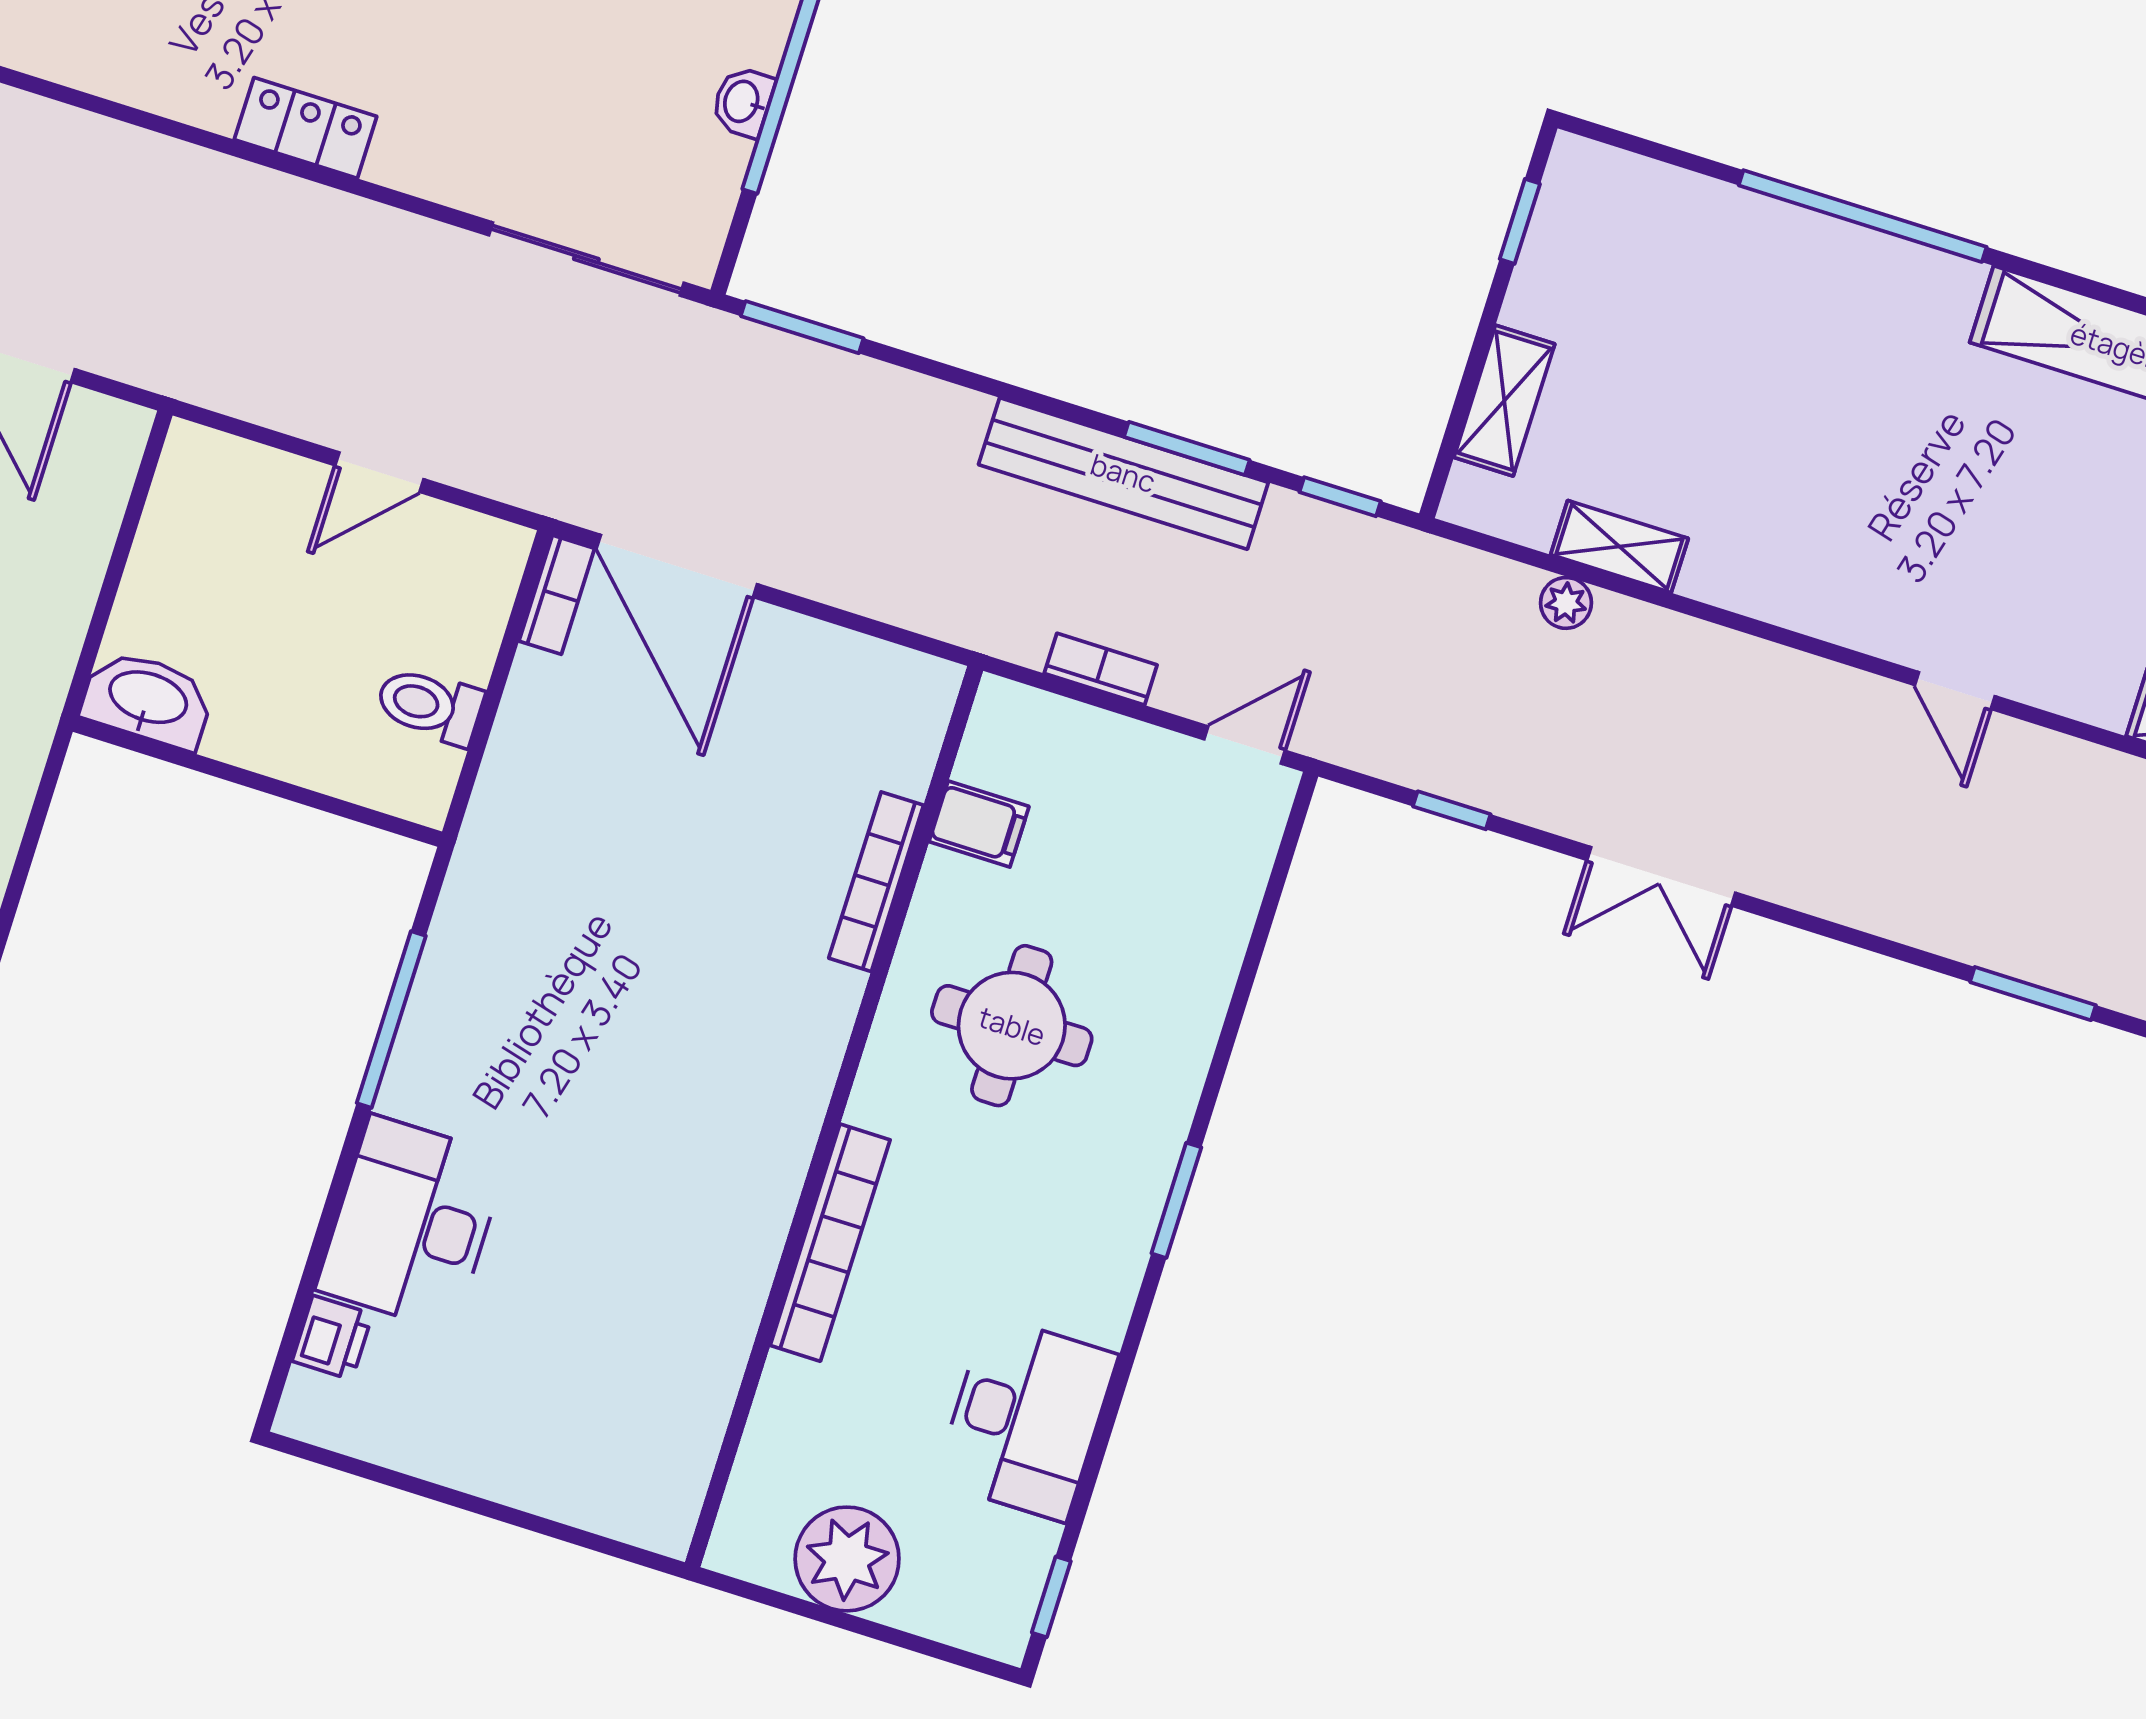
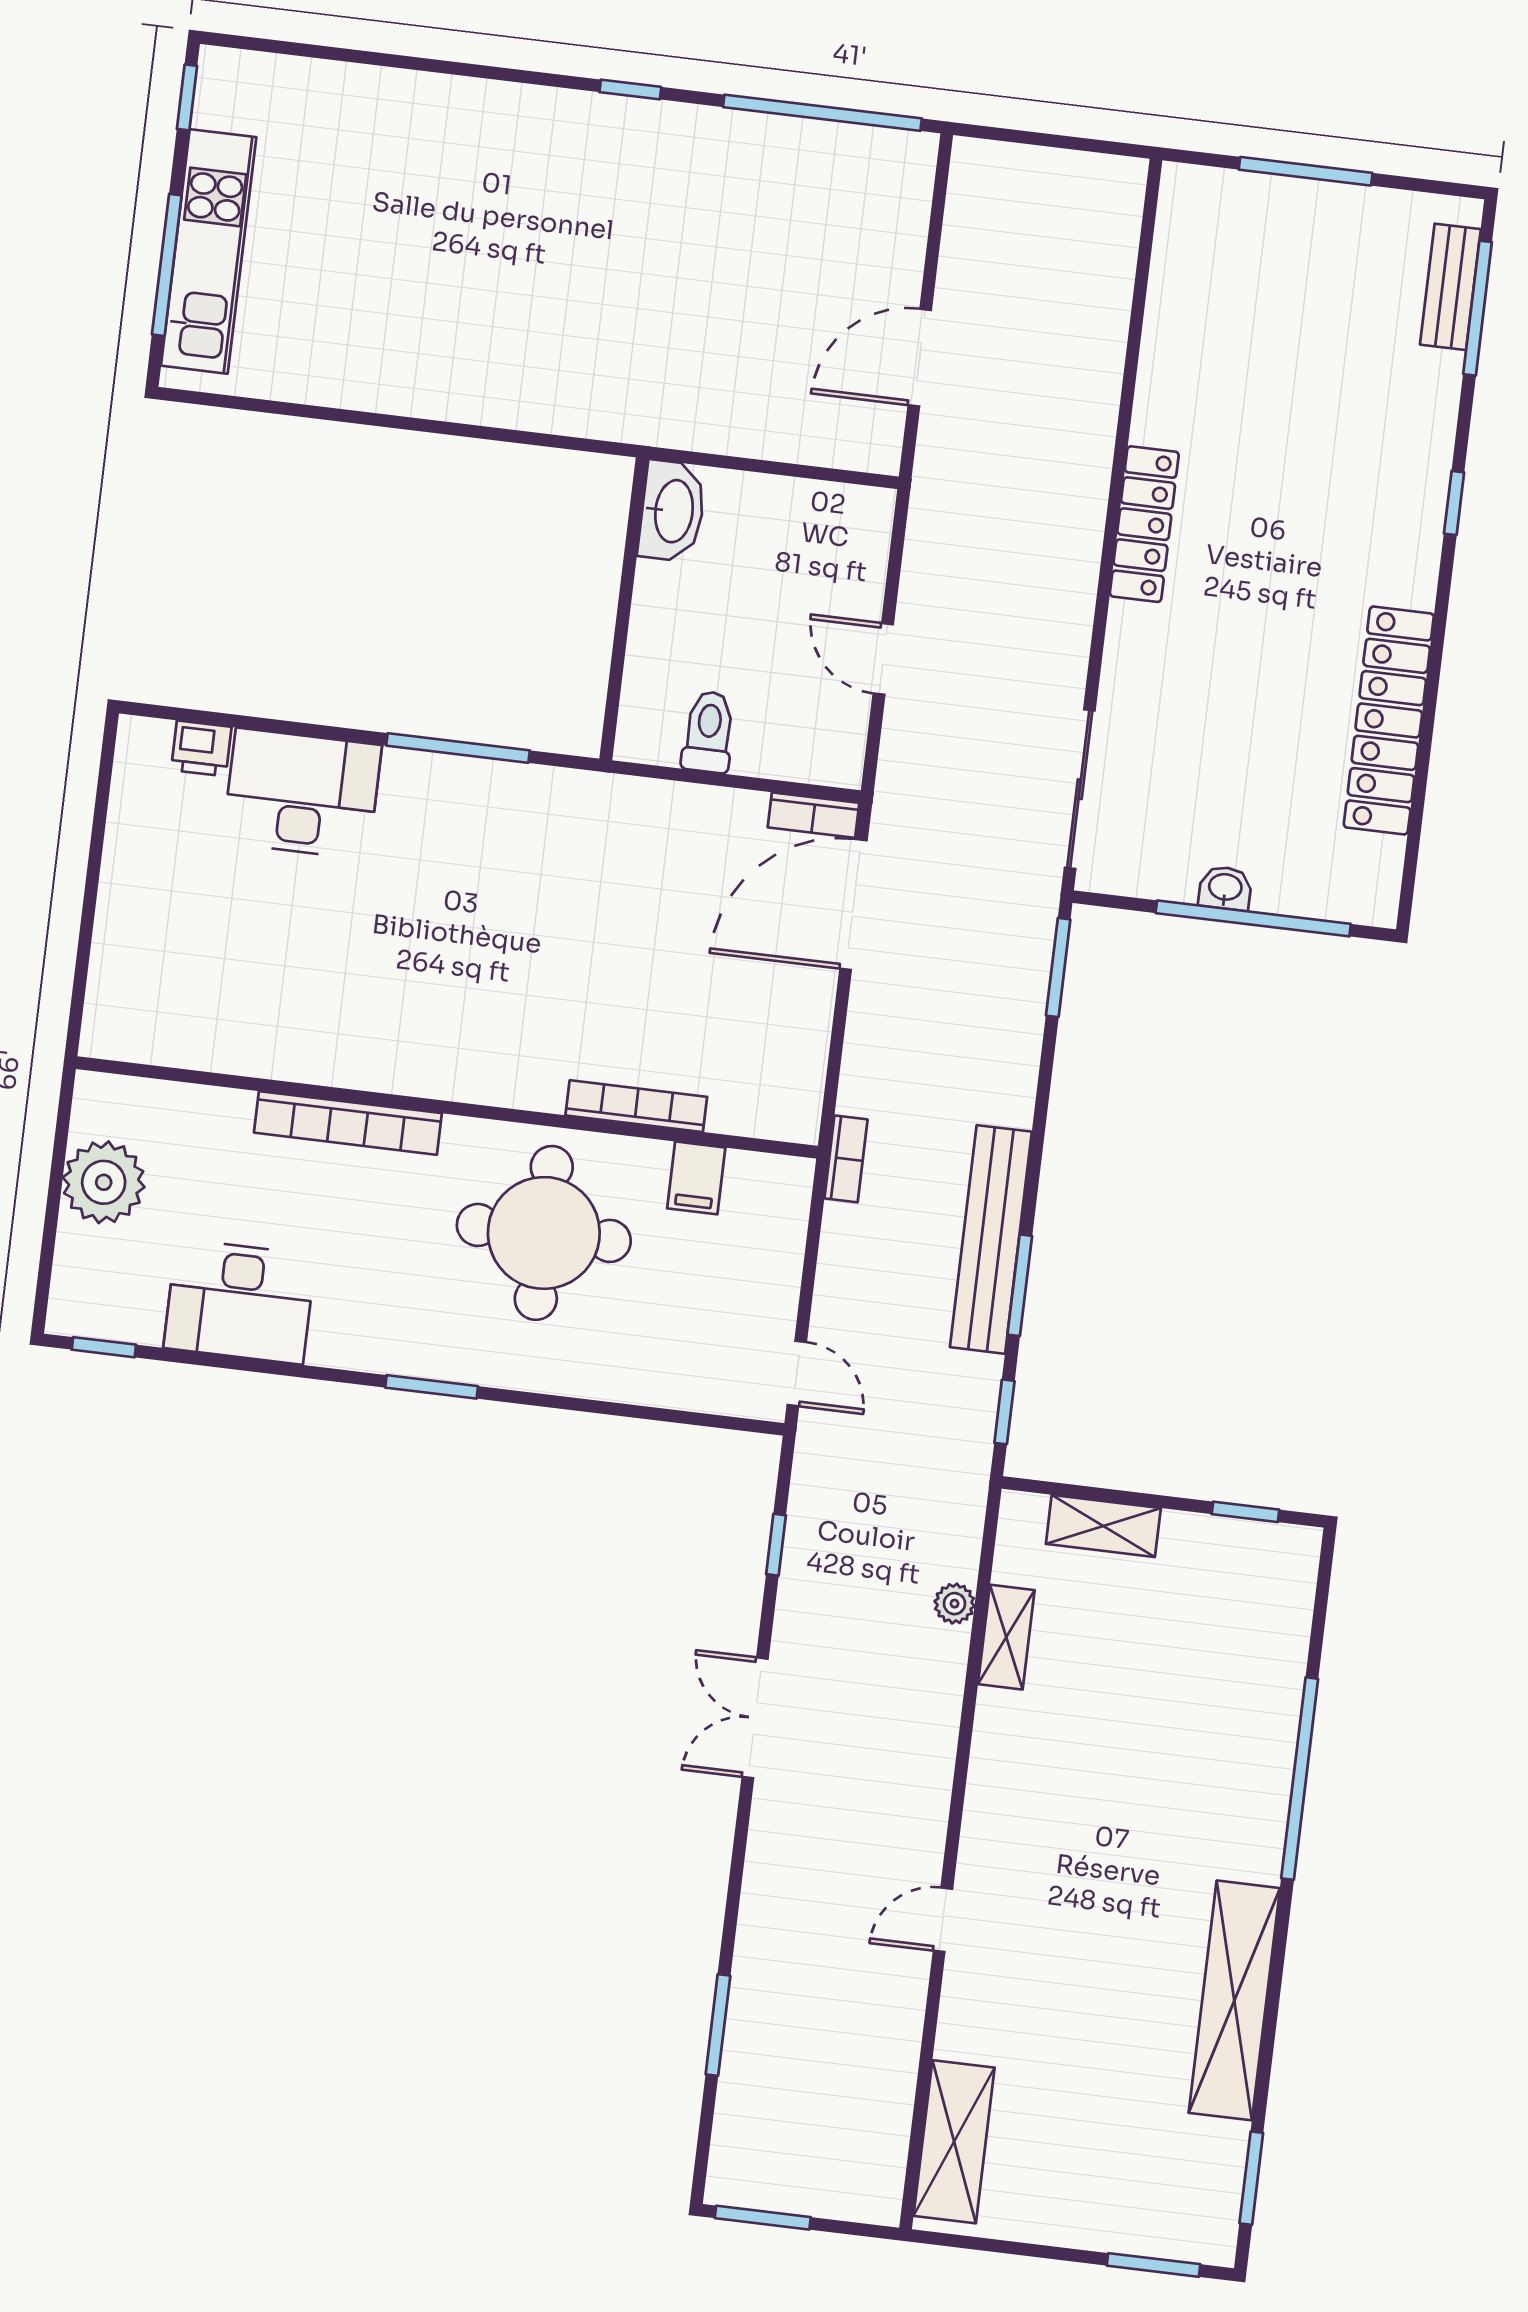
locker: (306, 128) -> (1144, 524), width x1.53
bookcase: (1101, 669) -> (846, 1159), moved
round table: (1012, 1026) -> (544, 1233), width x1.36, depth x1.36

